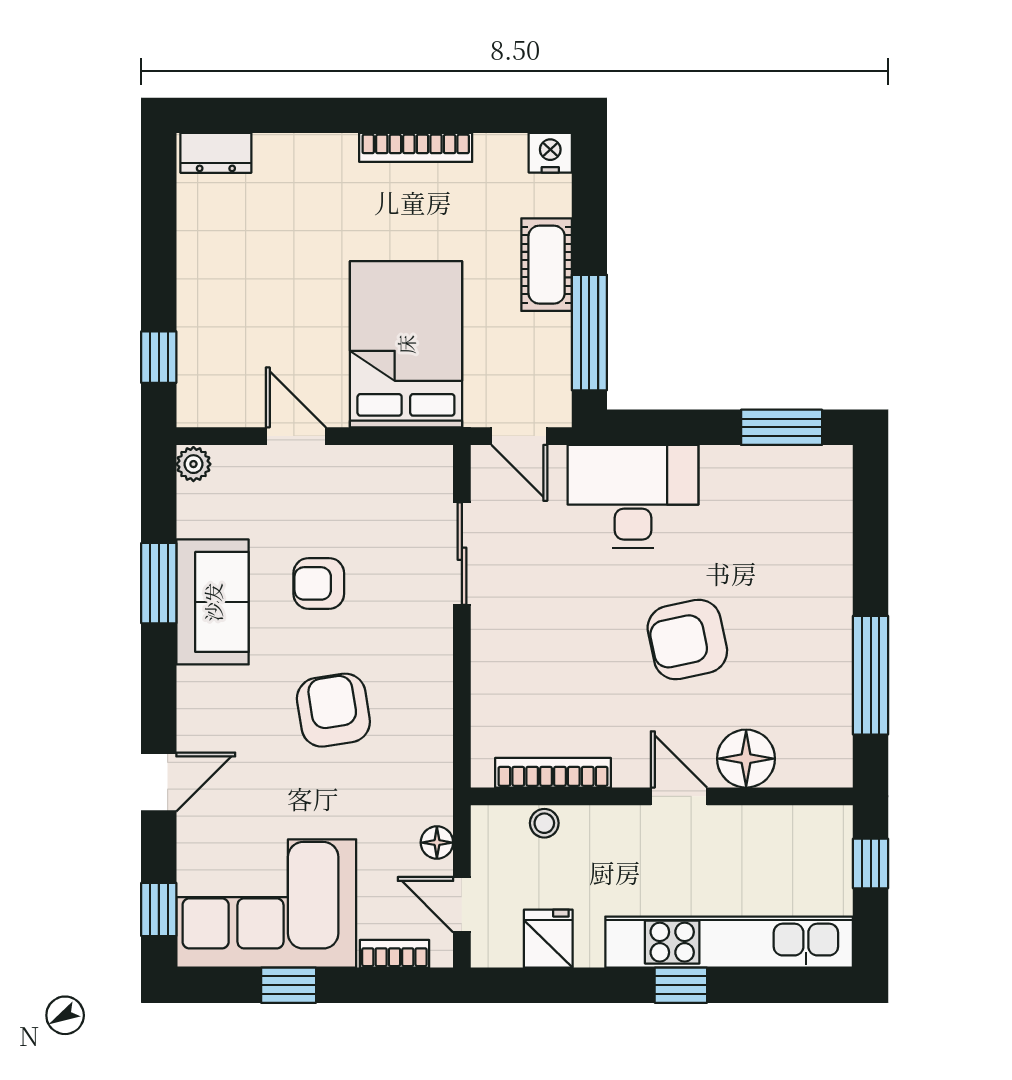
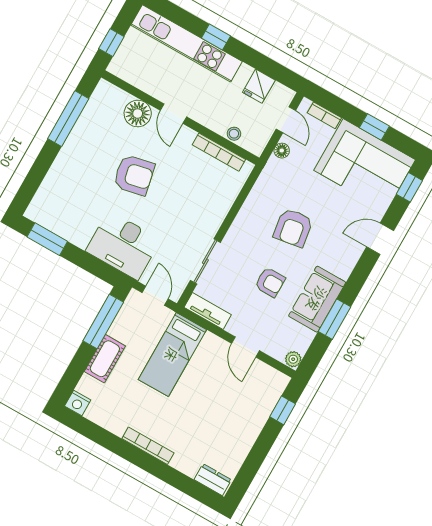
bookcase: (416, 147) -> (148, 446), moved
bed: (406, 344) -> (172, 355), width x0.67
tv unit: (405, 463) -> (208, 311), added

